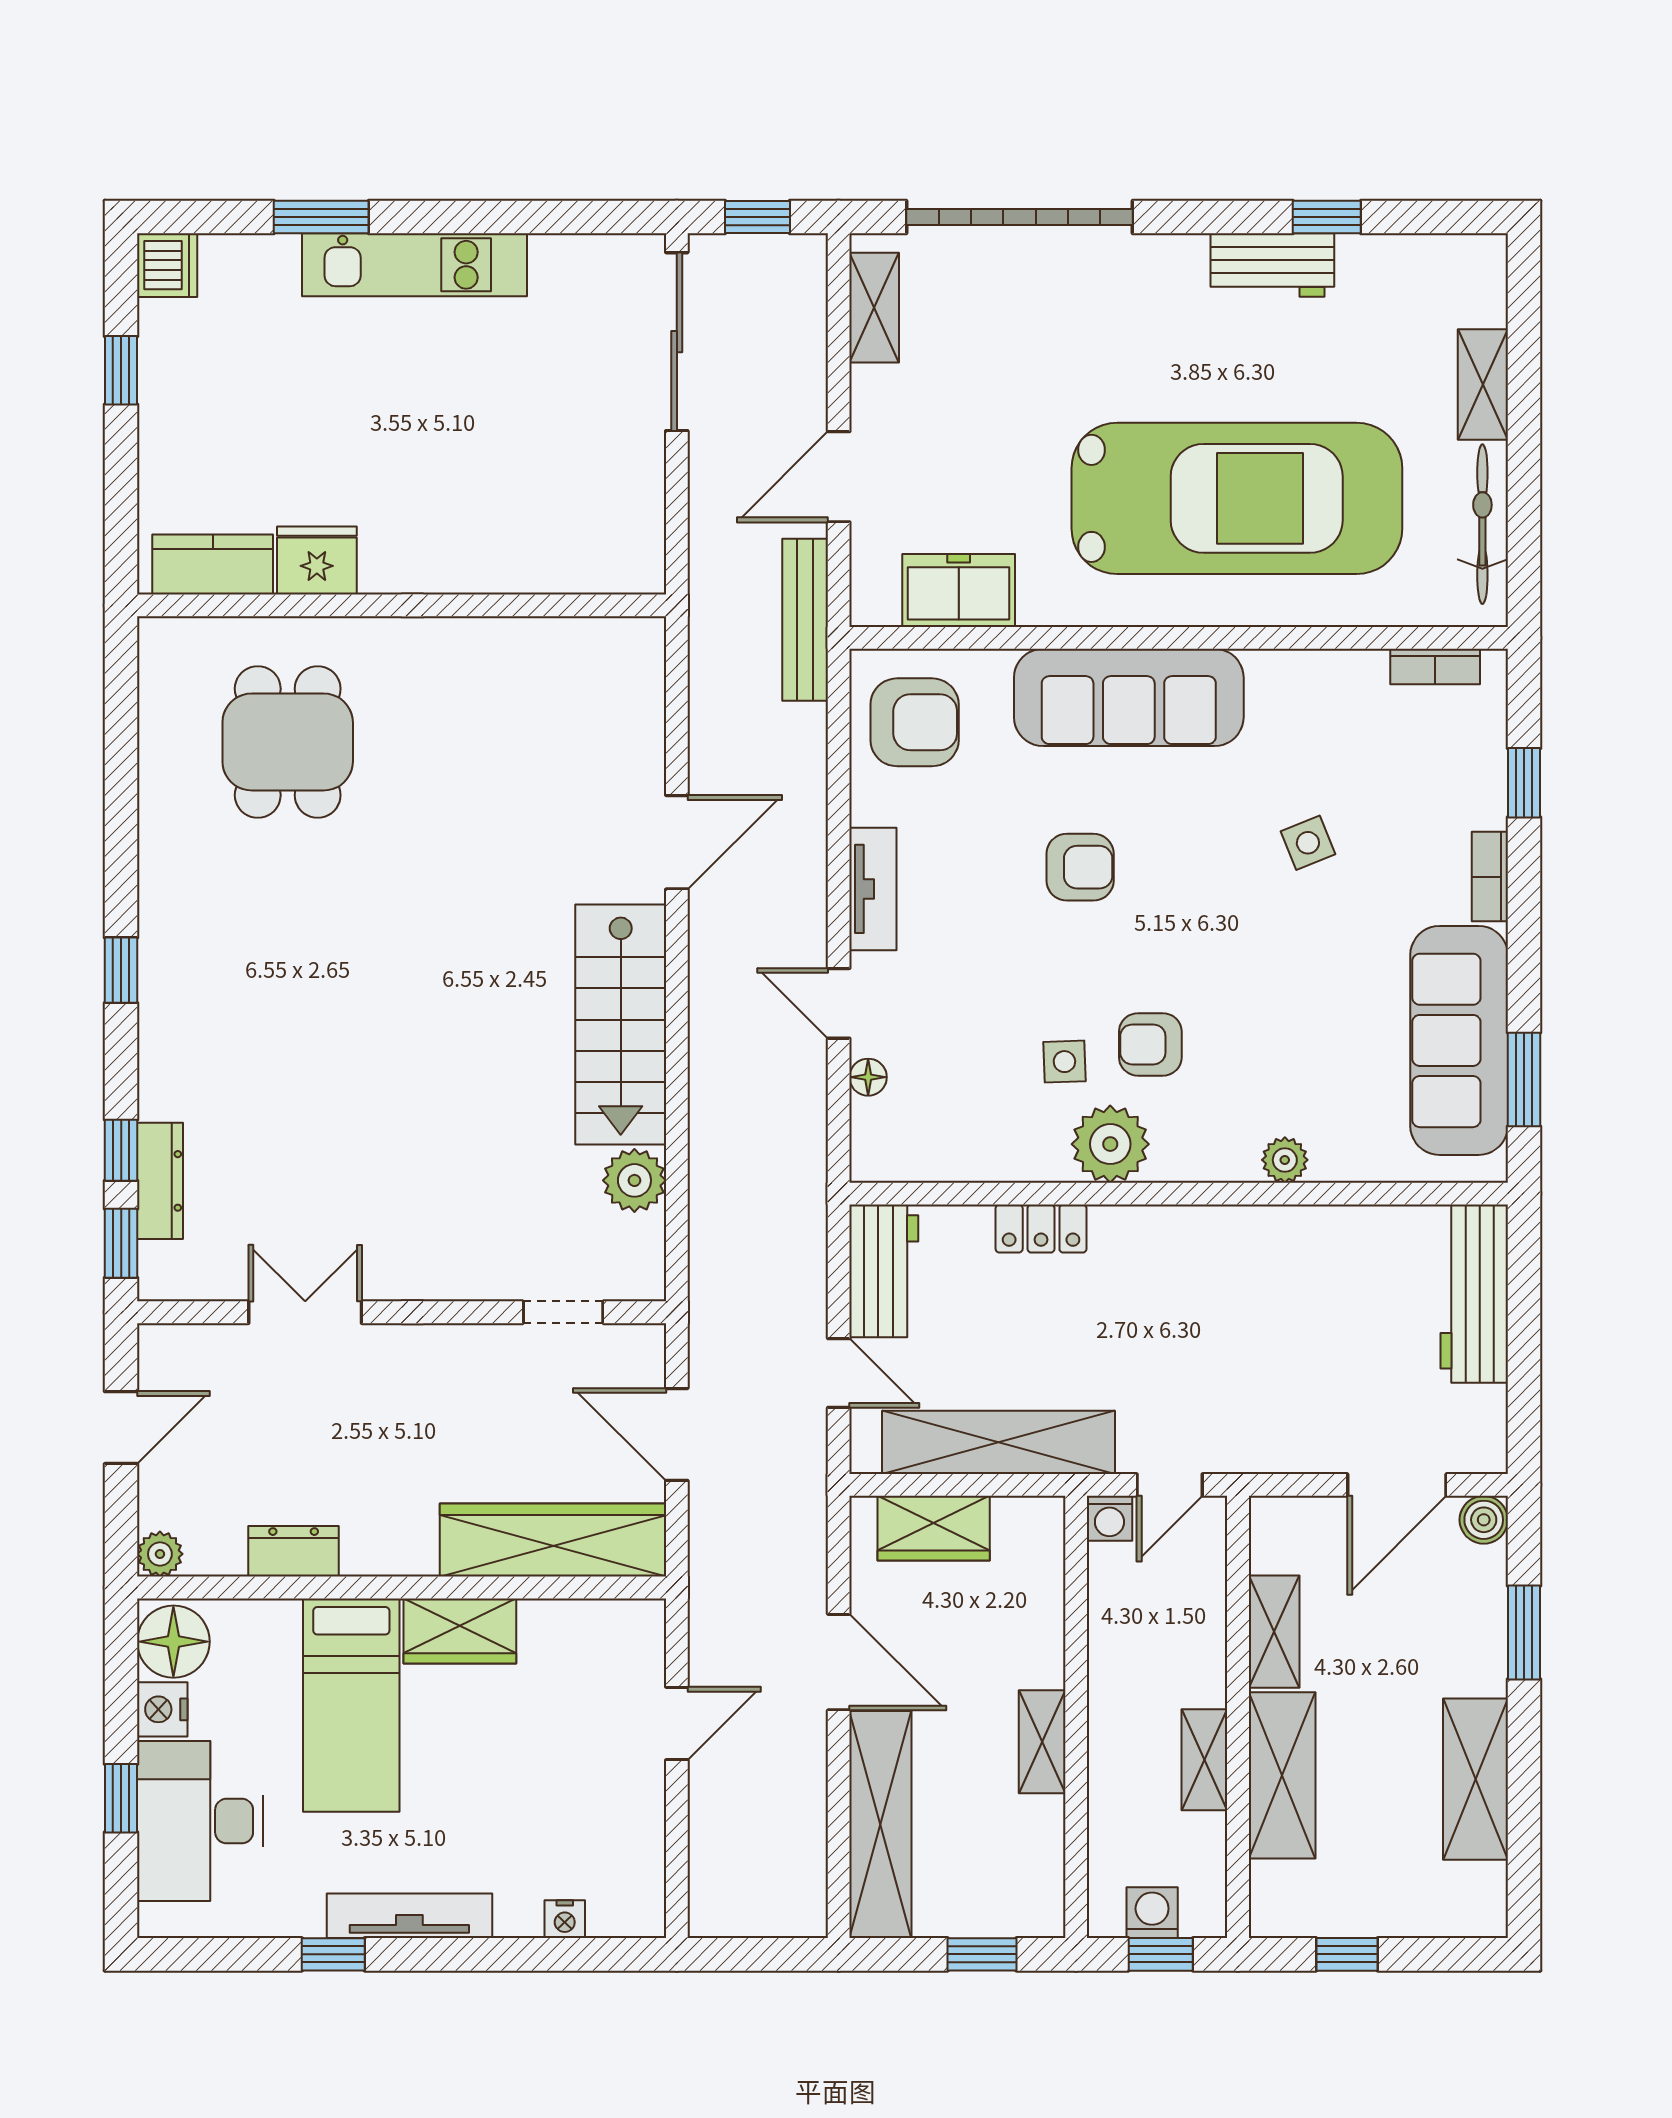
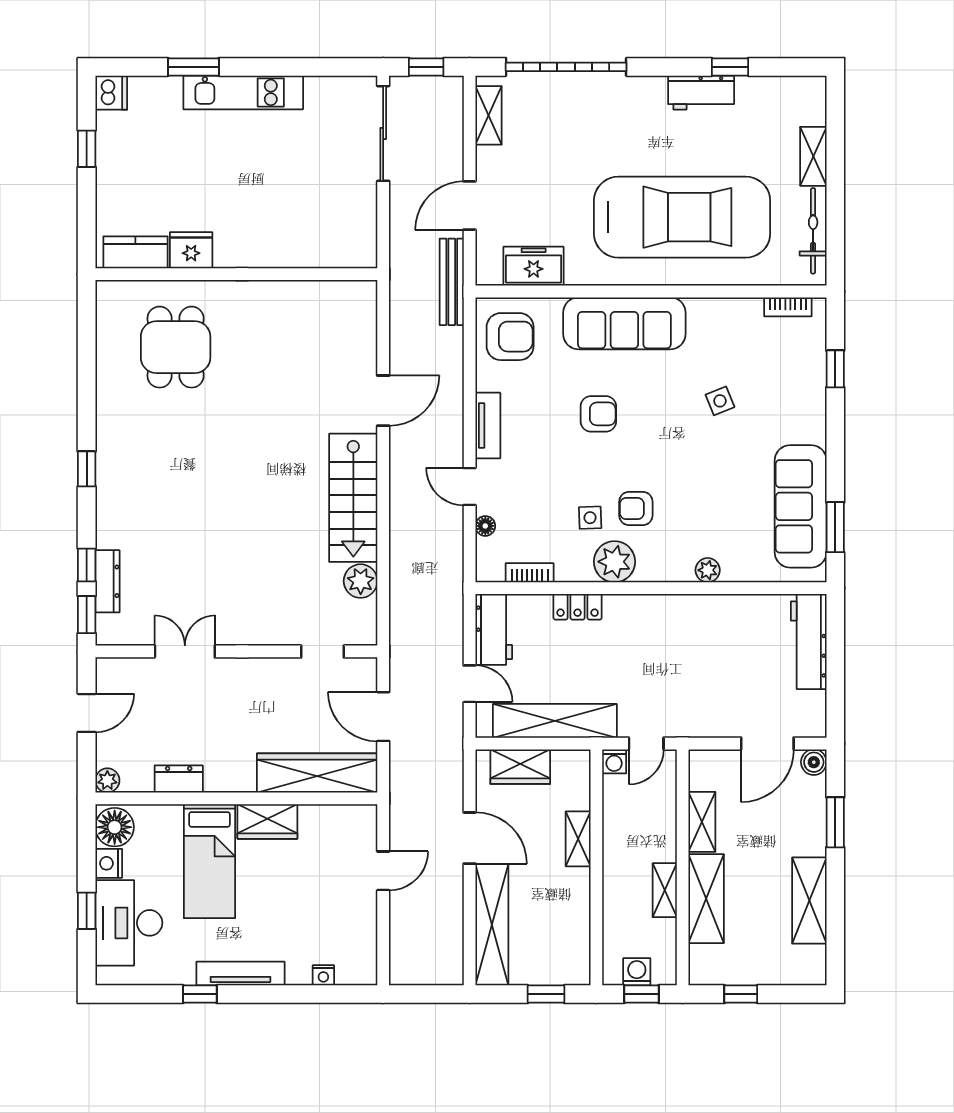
bookcase: (1490, 877) -> (530, 573), moved, turned 90
shelving: (1042, 1742) -> (578, 839), moved

